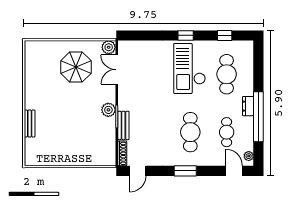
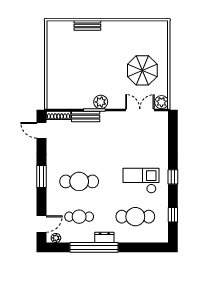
checkout: (189, 68) -> (141, 181), width x0.73, depth x0.83

